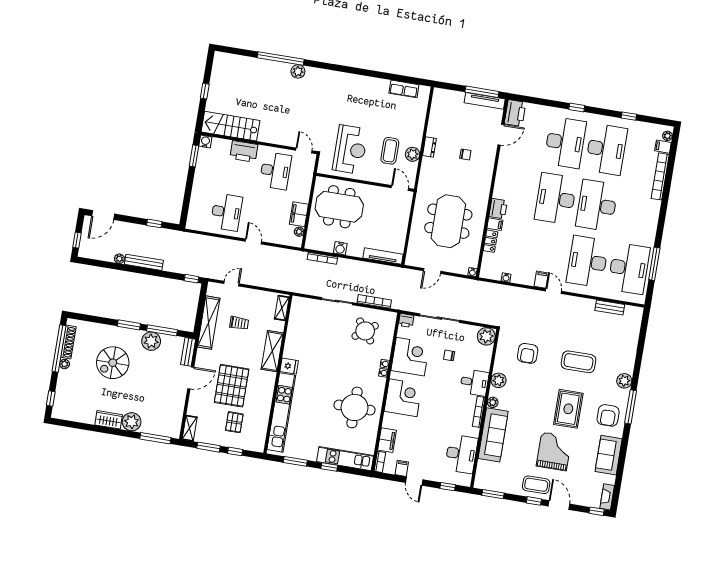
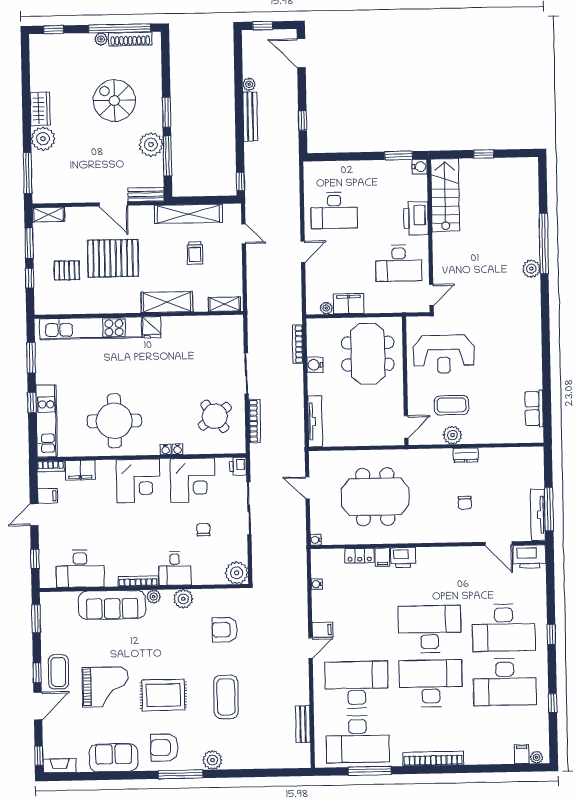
bookcase: (660, 176) -> (433, 759), moved

